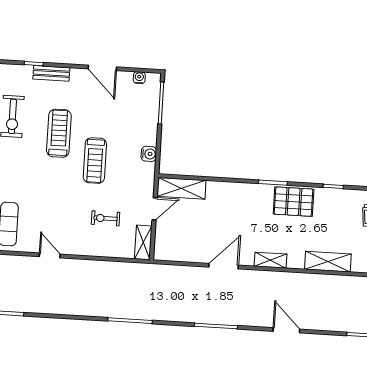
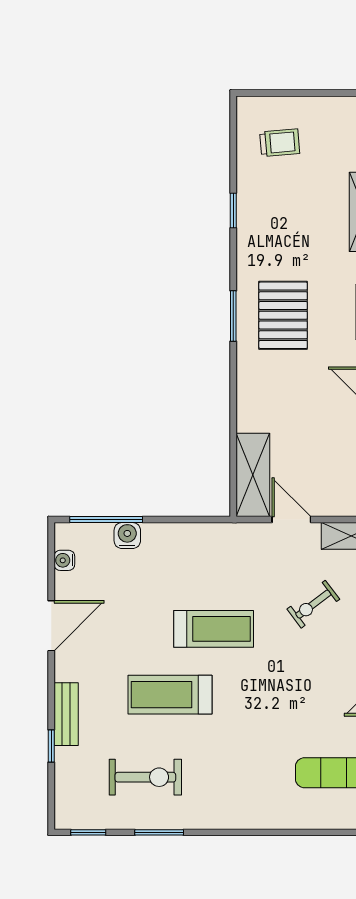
water cooler: (149, 154) -> (127, 536), moved
pallet: (294, 202) -> (283, 315), moved
exercise bike: (106, 218) -> (313, 604), turned 53

